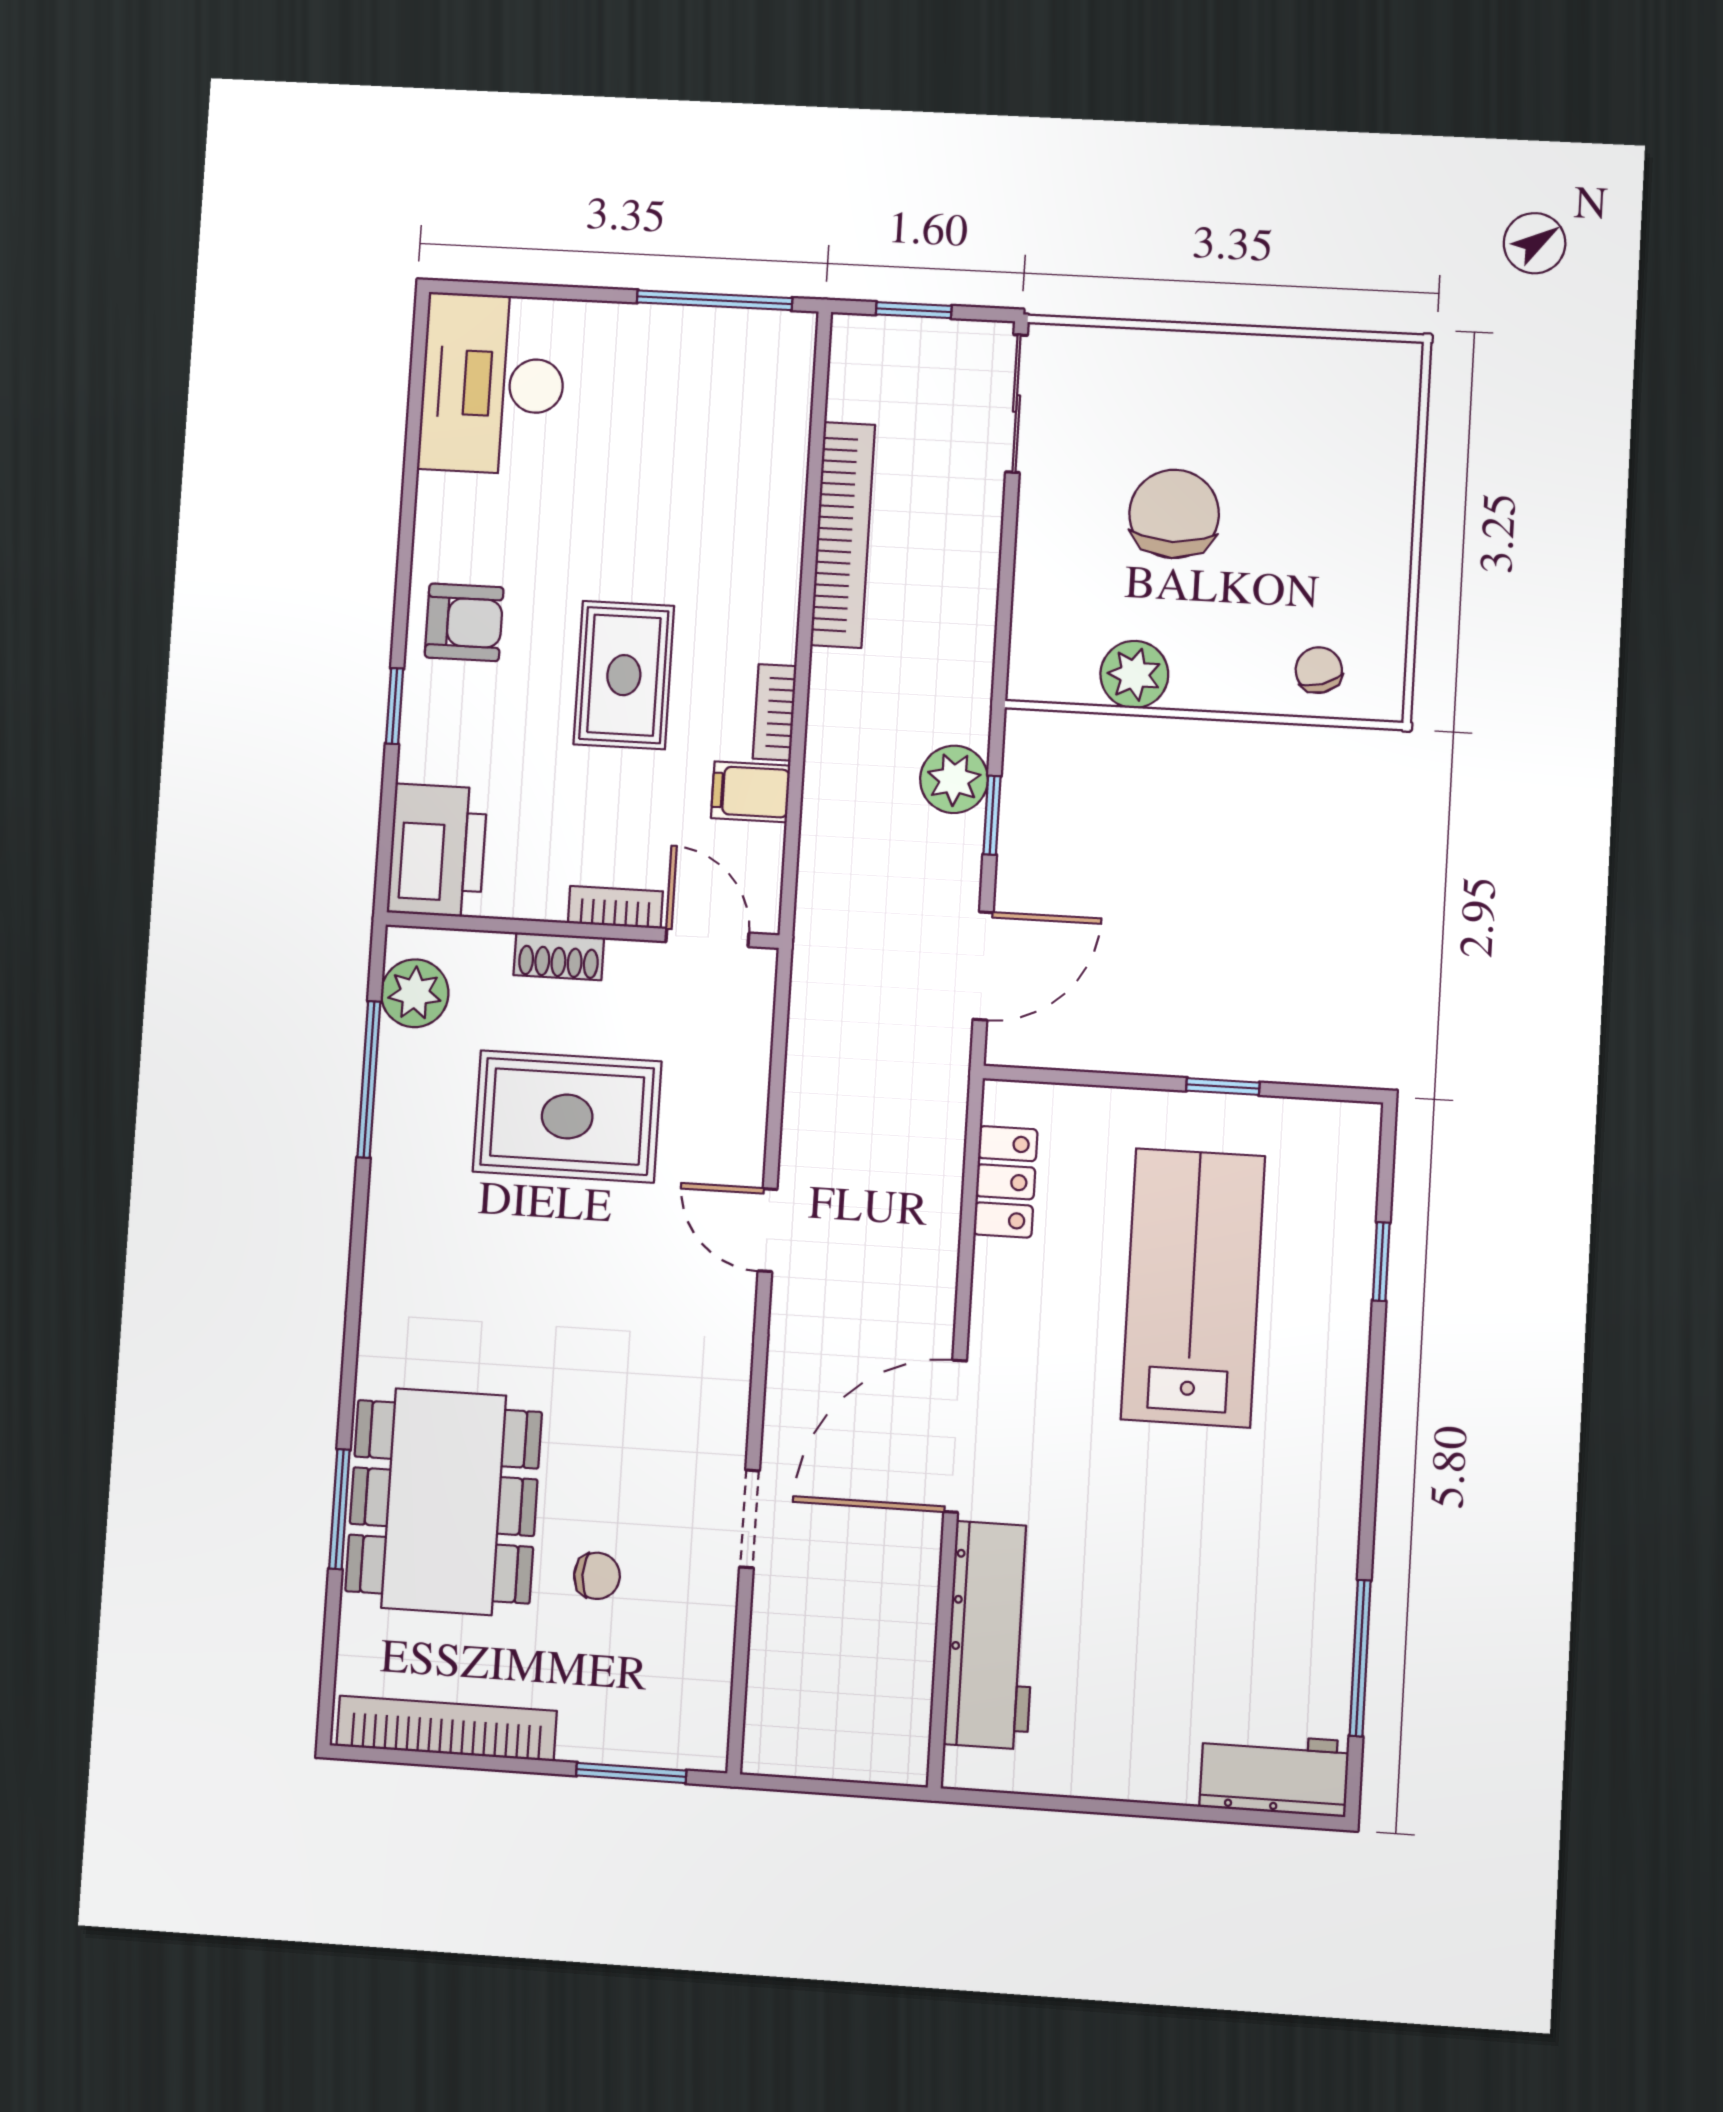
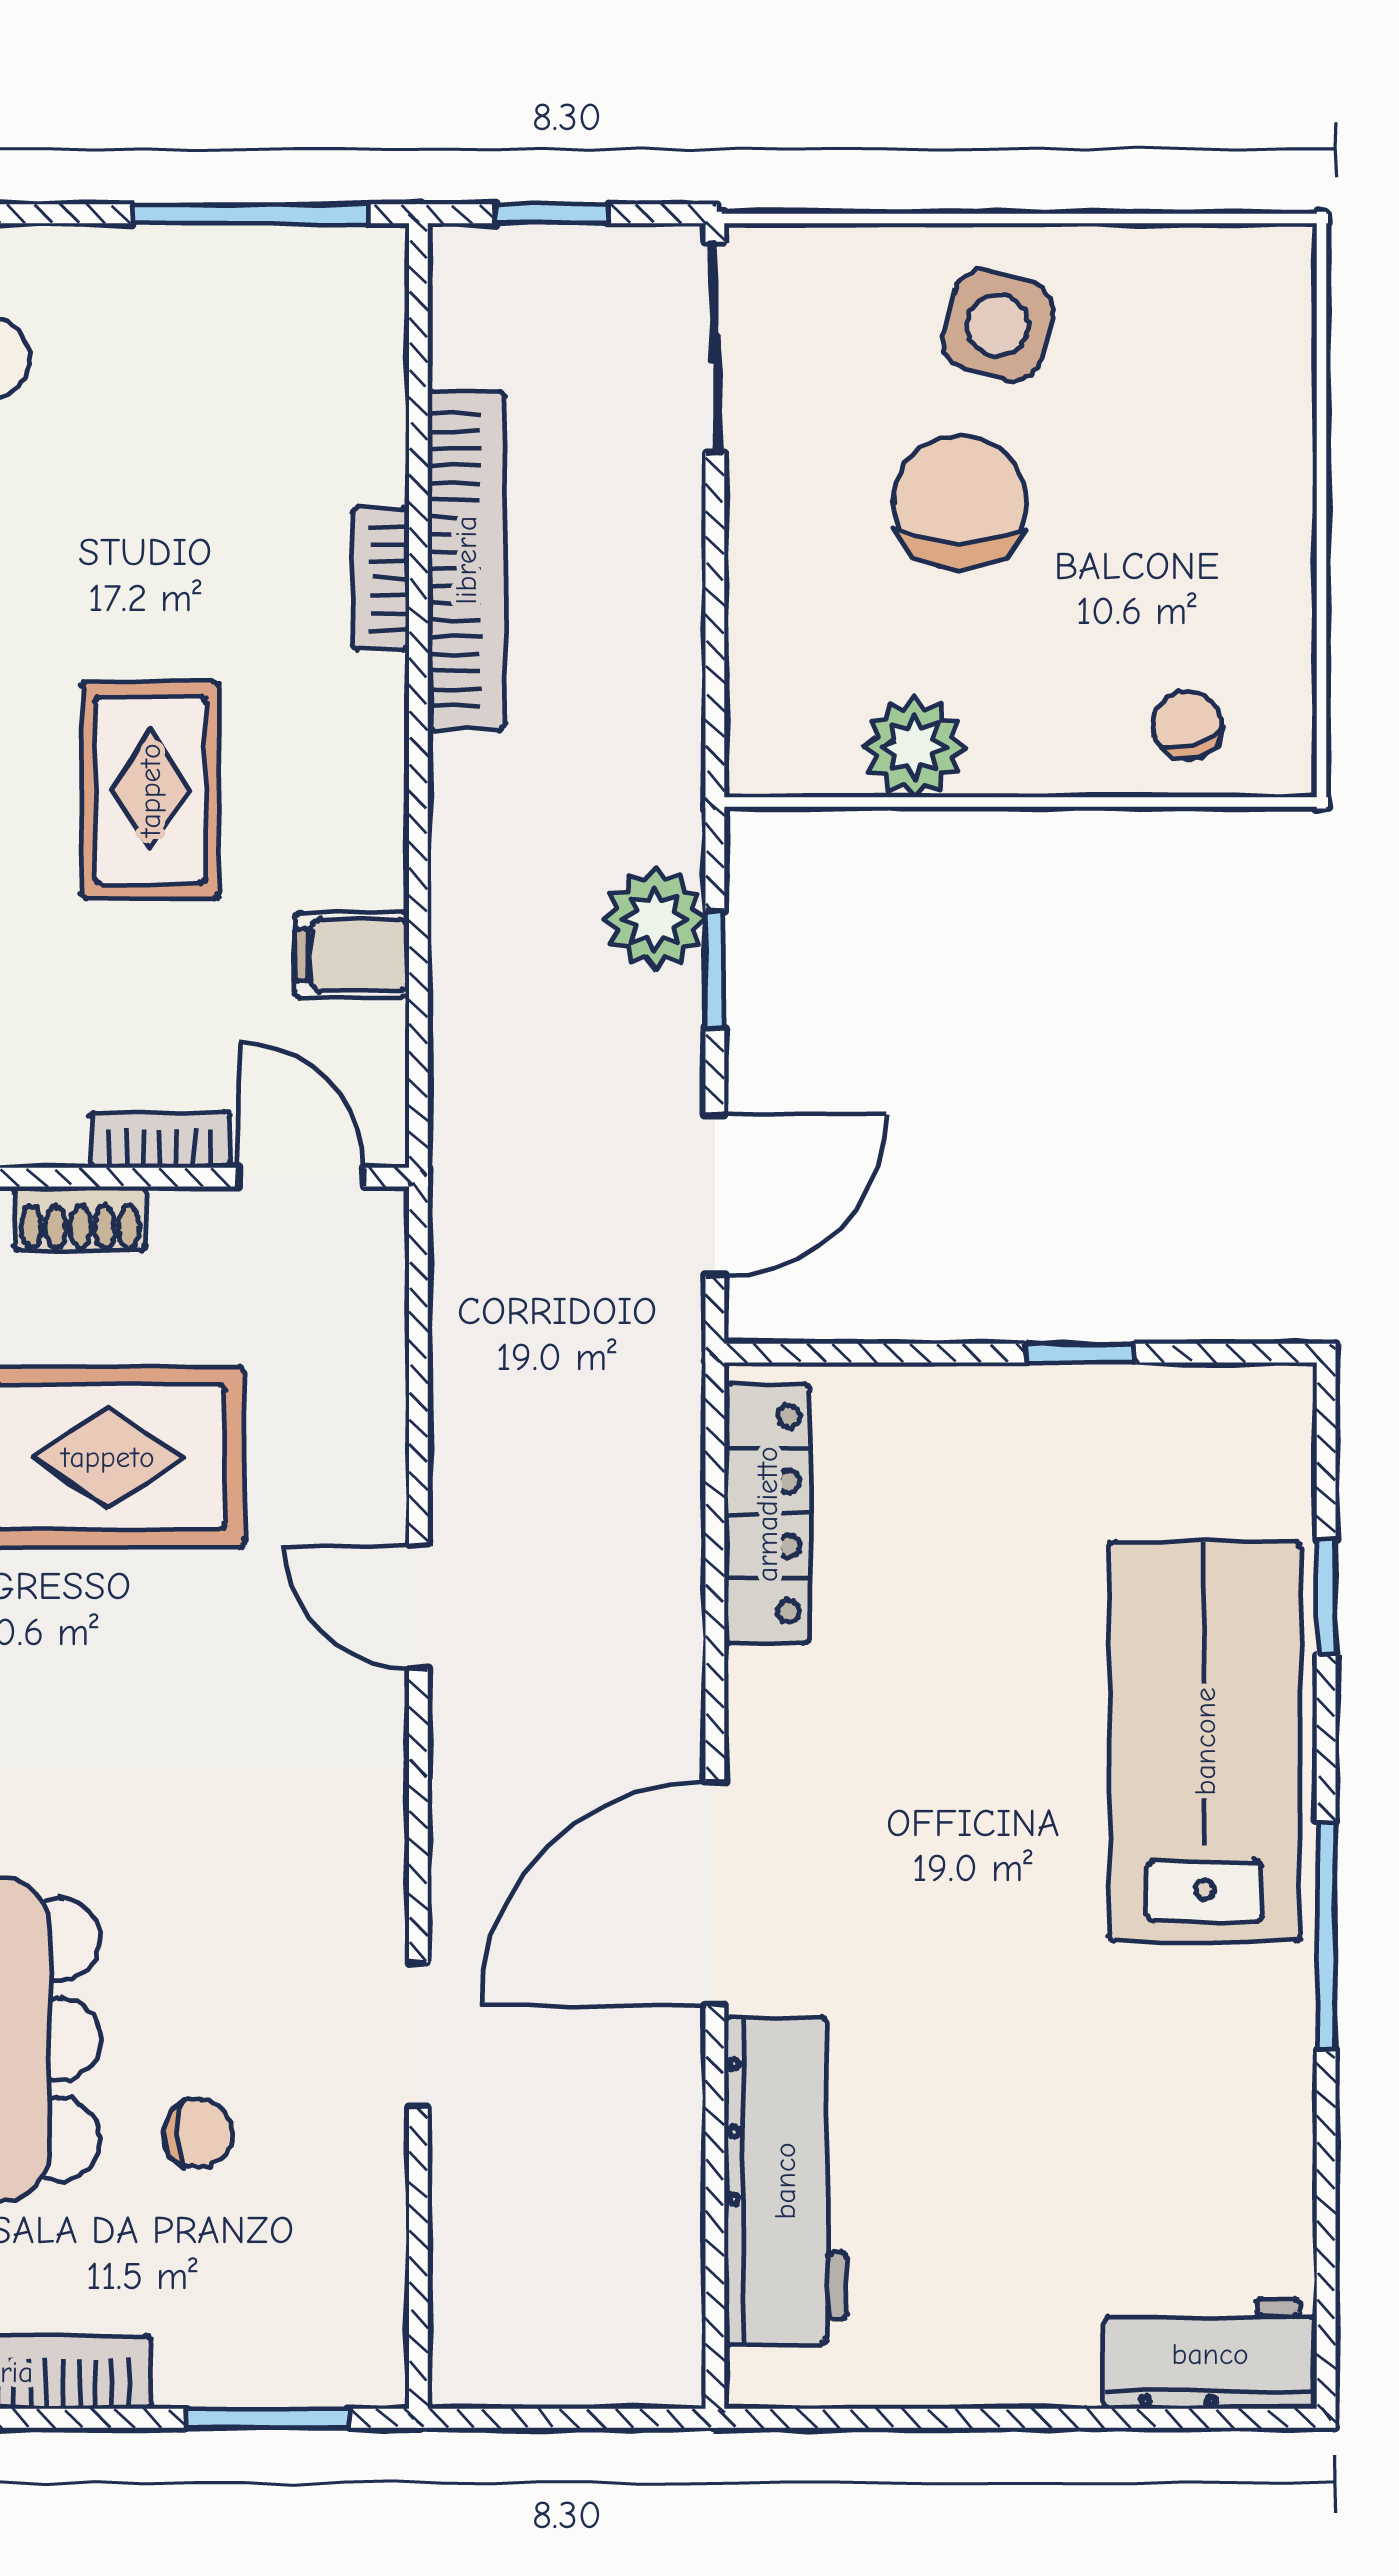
side table: (1206, 398) -> (997, 325), added
bookcase: (775, 712) -> (381, 579), moved
locker: (1006, 1182) -> (767, 1514), width x1.53
lab bench: (1193, 1288) -> (1205, 1741), moved
window: (1360, 1658) -> (1326, 1936), moved

